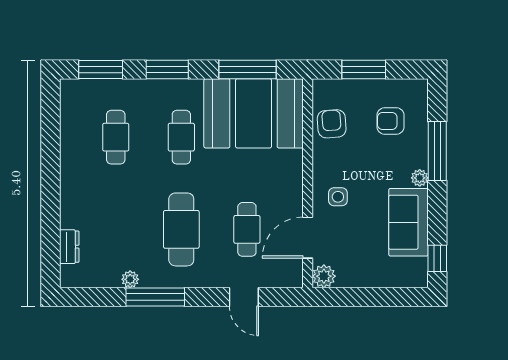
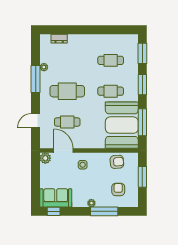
sofa: (409, 222) -> (56, 198), moved

